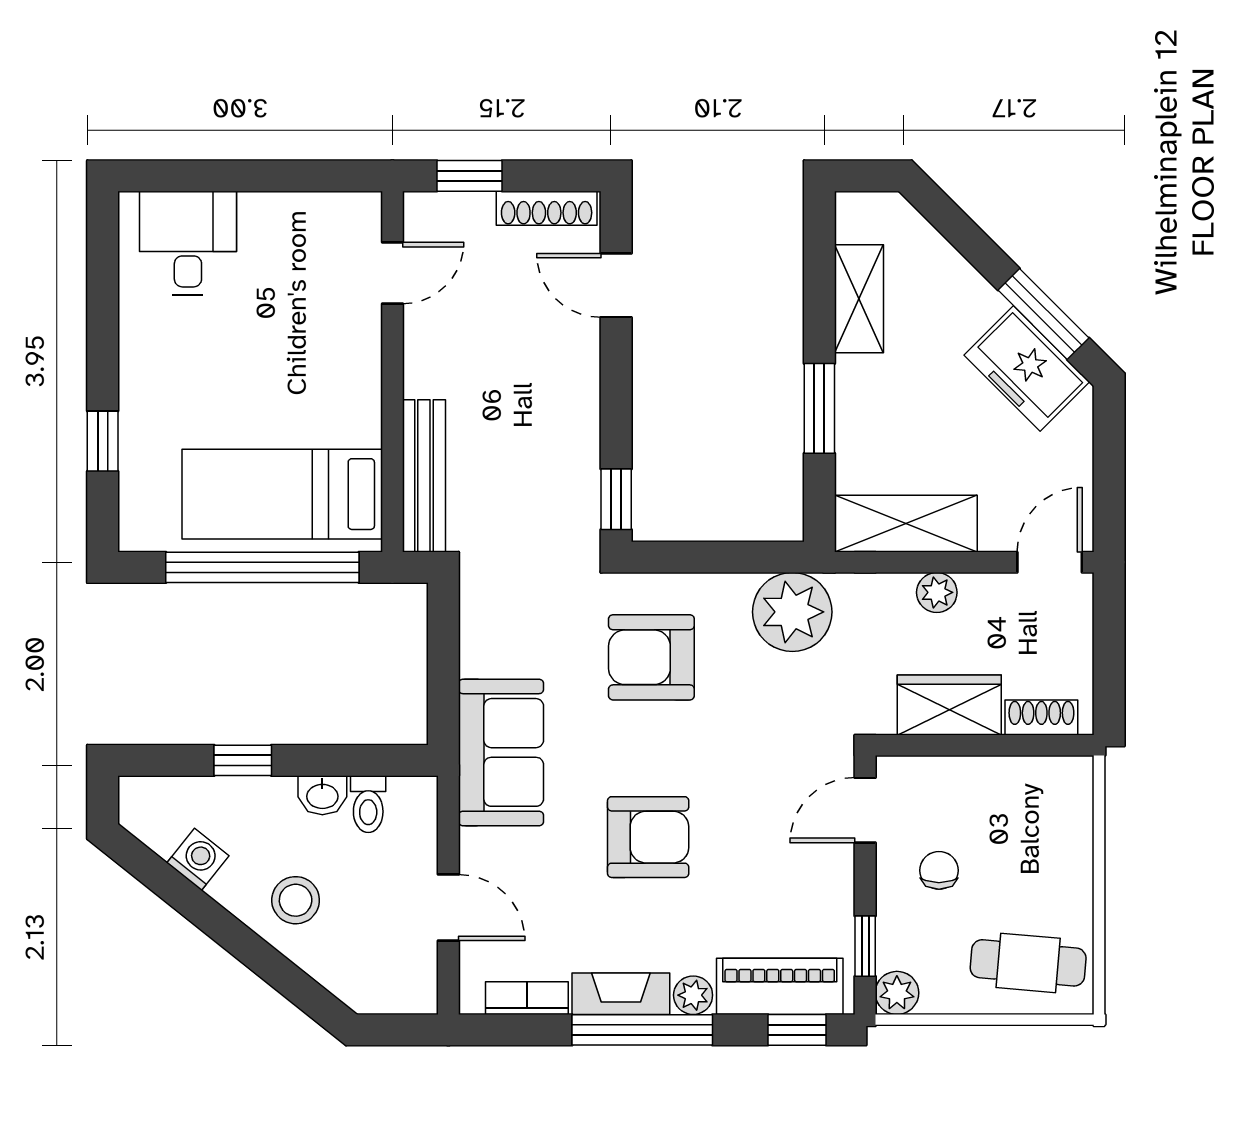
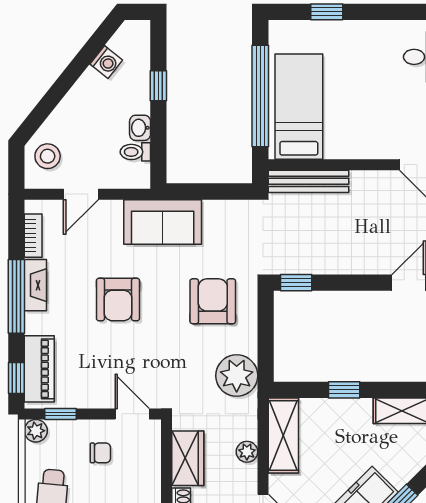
window: (819, 408) -> (344, 390), width x0.67
stool: (296, 900) -> (48, 156), moved
plant: (693, 995) -> (35, 323), removed

